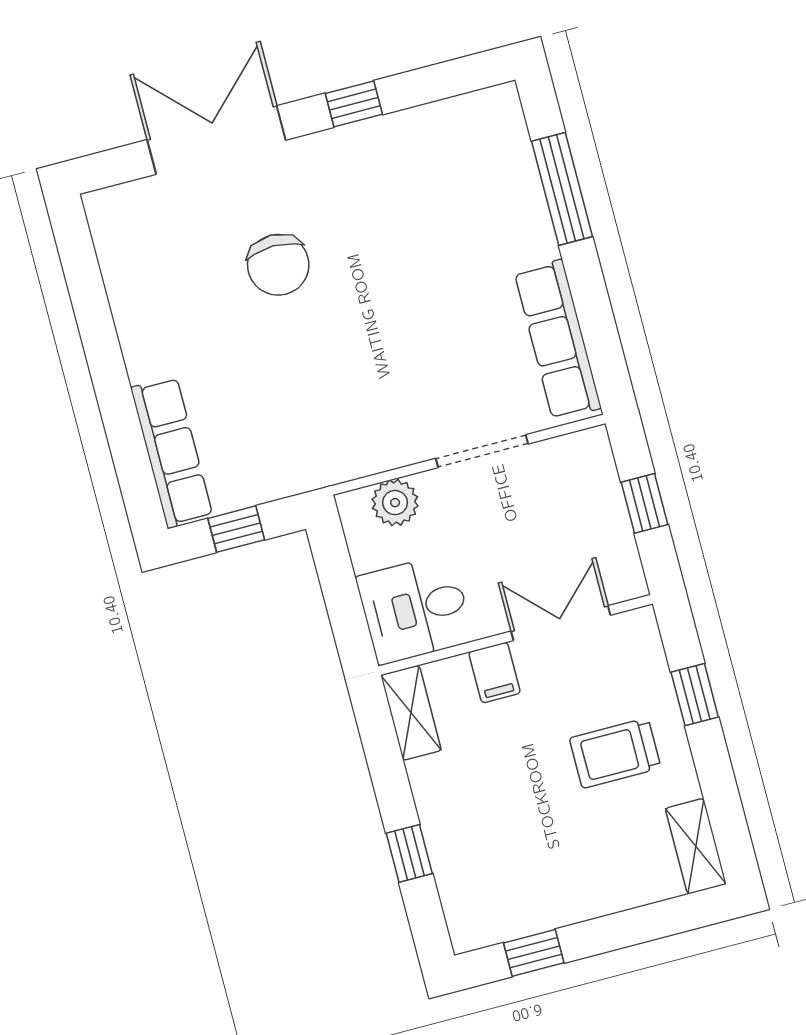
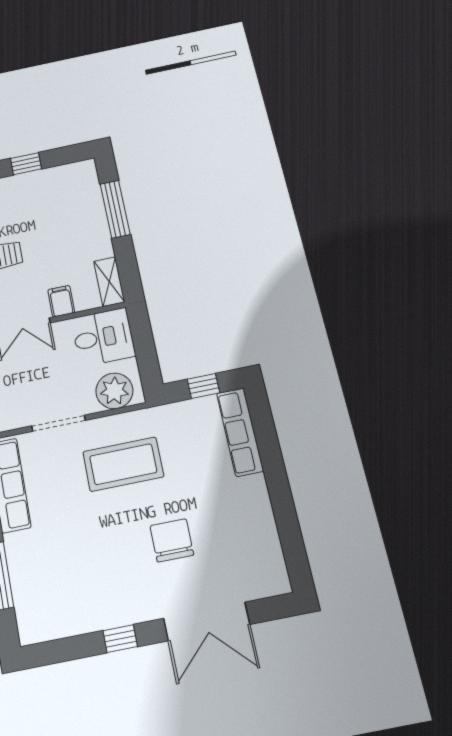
coffee table: (366, 386) -> (123, 464), added
plant: (395, 503) -> (114, 391), width x1.36, depth x1.36
window: (409, 853) -> (115, 209), width x2.17
window: (534, 953) -> (26, 164), moved

